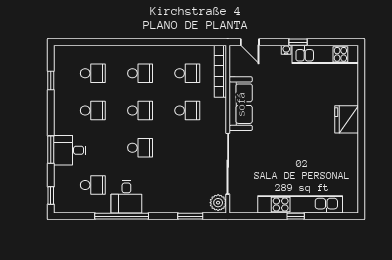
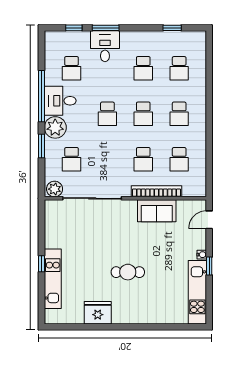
bookcase: (220, 71) -> (156, 191), moved
sofa: (241, 104) -> (157, 211), width x0.73
fridge: (347, 119) -> (98, 313), moved
cafe table: (304, 127) -> (128, 272), added
school desk: (187, 185) -> (72, 159), added
window: (51, 195) -> (74, 28), moved
plant: (154, 202) -> (55, 127), added
kitchen unit: (300, 204) -> (53, 279), width x0.73
window: (190, 216) -> (42, 146), moved

